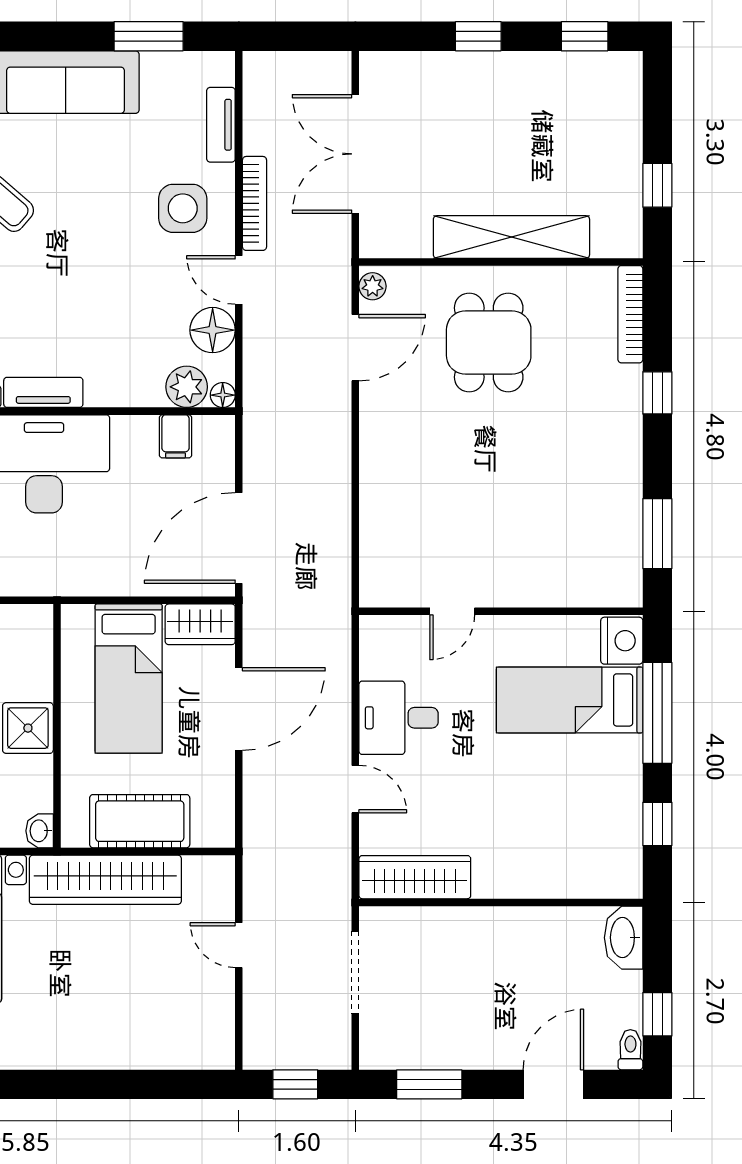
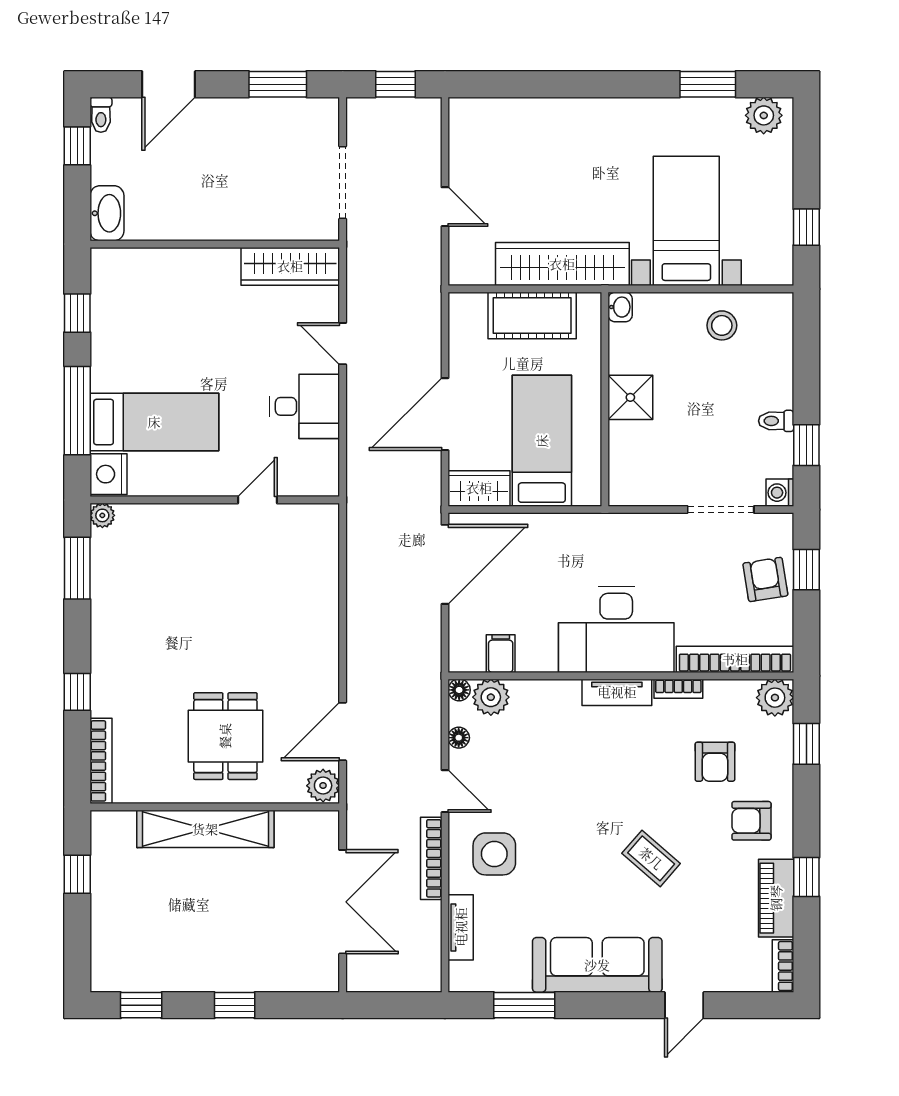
plant: (373, 286) -> (323, 786), width x1.38, depth x1.38
floor lamp: (213, 330) -> (459, 738), width x0.53, depth x0.53
plant: (629, 594) -> (102, 515), added

